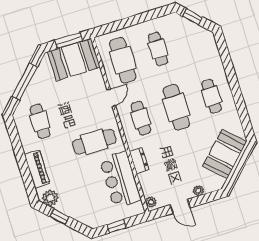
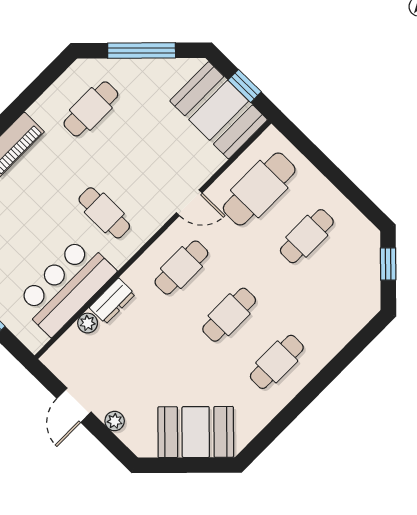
window: (69, 41) -> (245, 86), width x0.67
cafe table: (176, 107) -> (229, 315), width x0.73, depth x0.74
cafe table: (94, 142) -> (104, 213), width x0.73, depth x0.74
plant: (151, 202) -> (88, 323), moved

